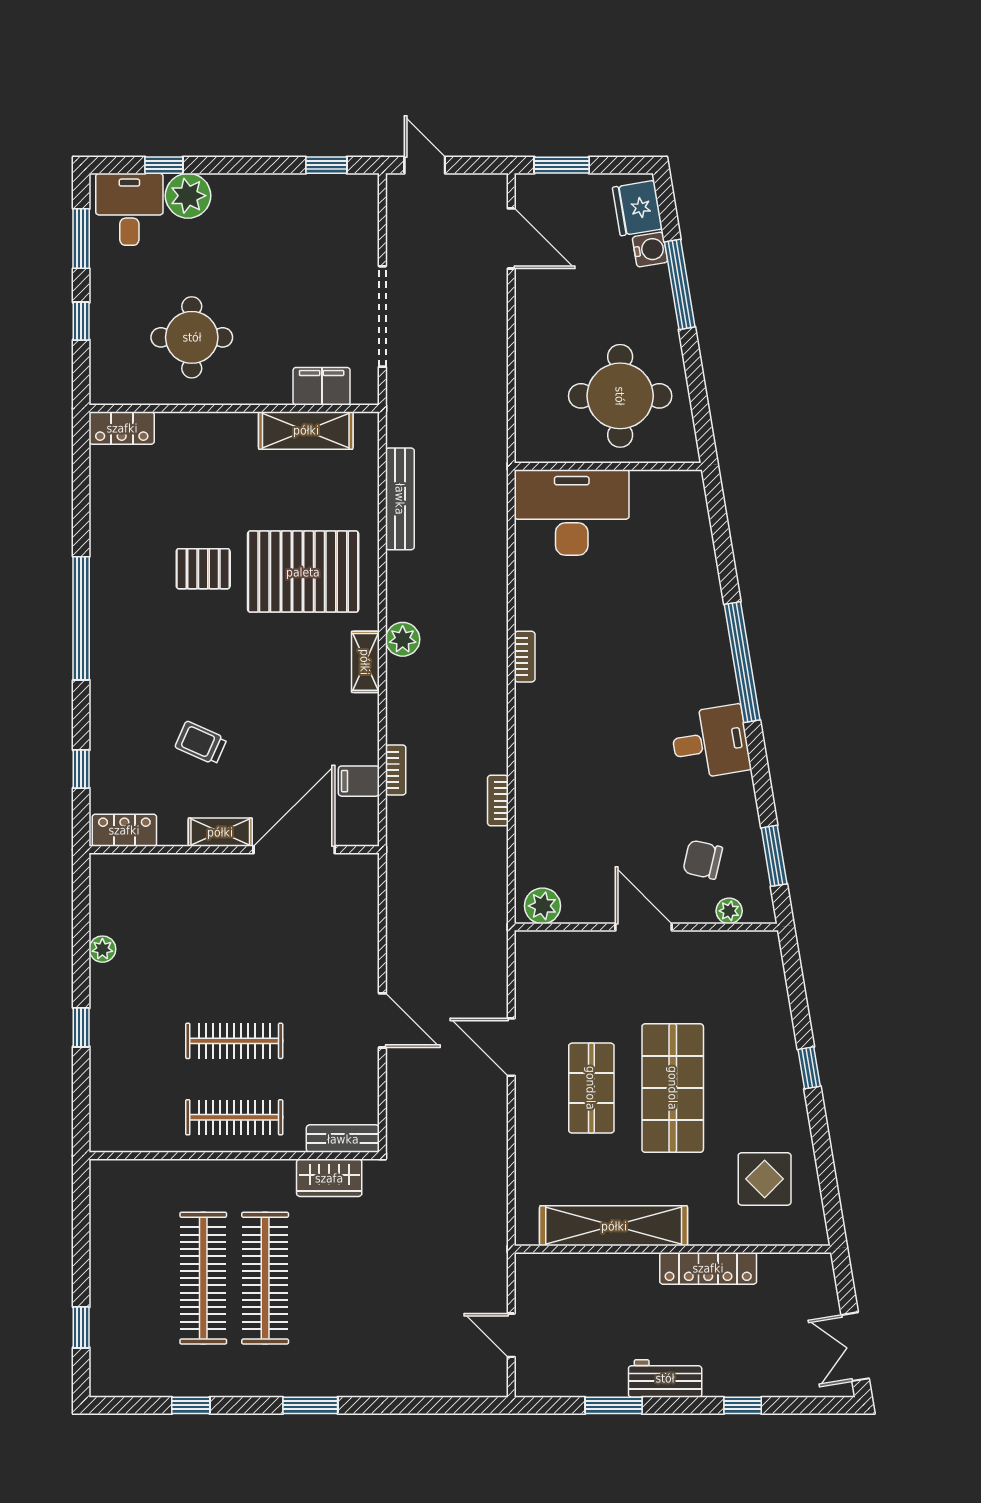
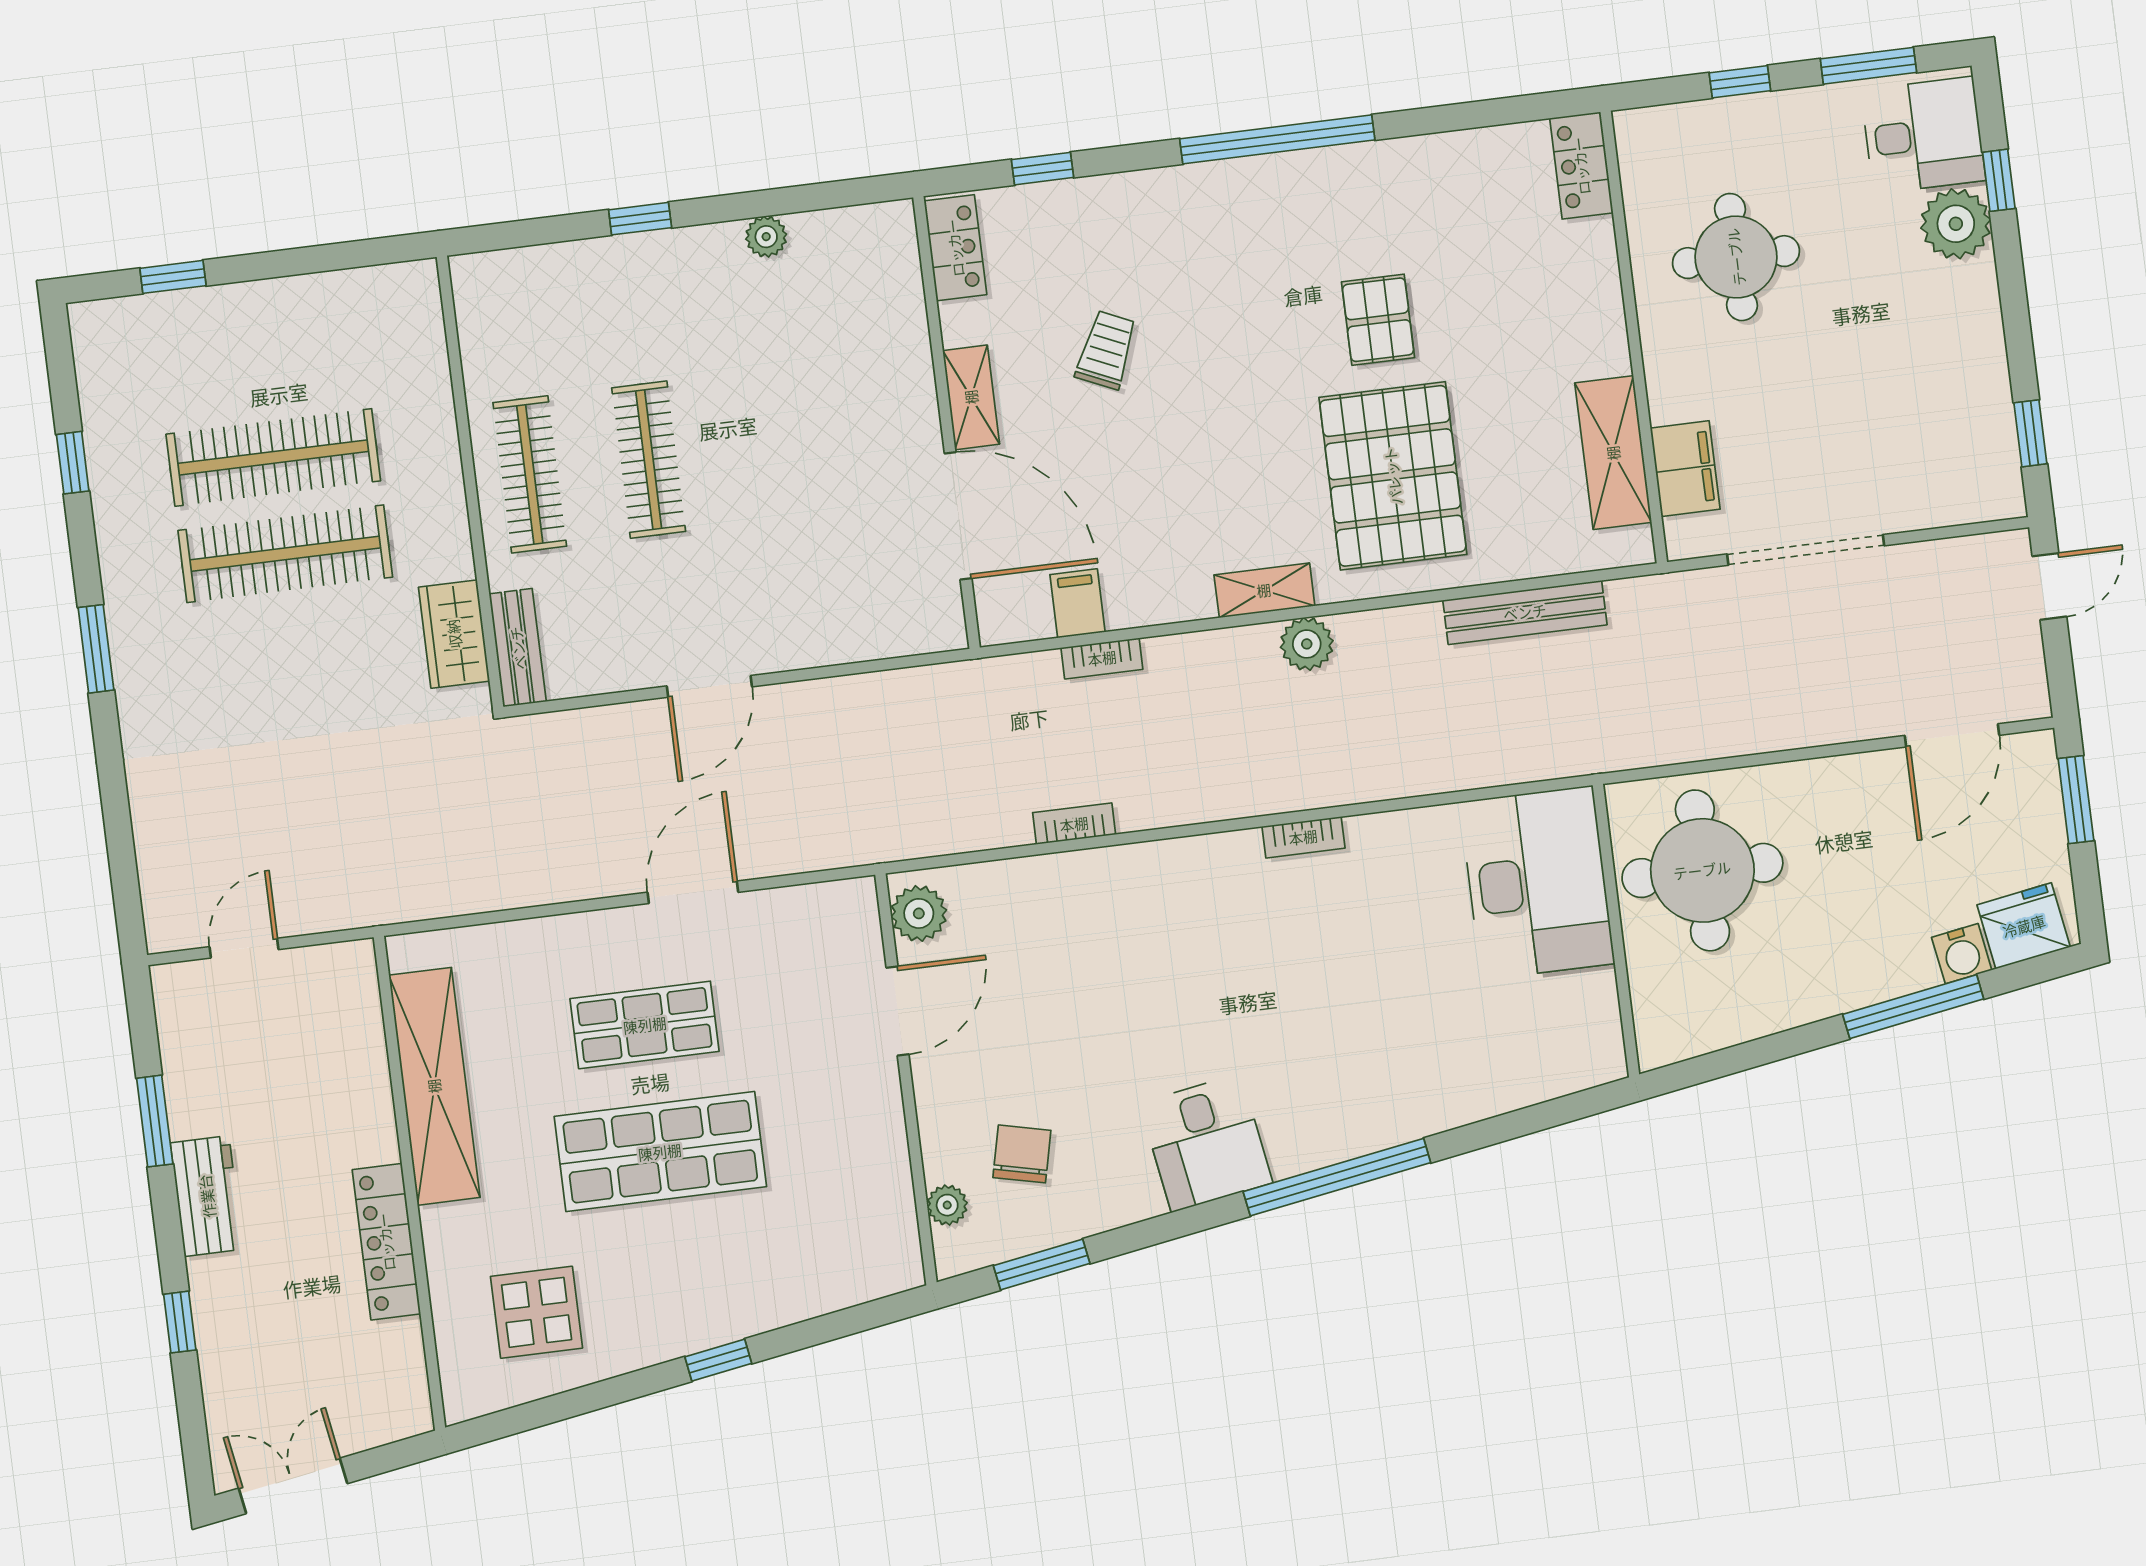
round table: (620, 396) -> (1702, 870), moved
door: (644, 927) -> (898, 1011), moved

